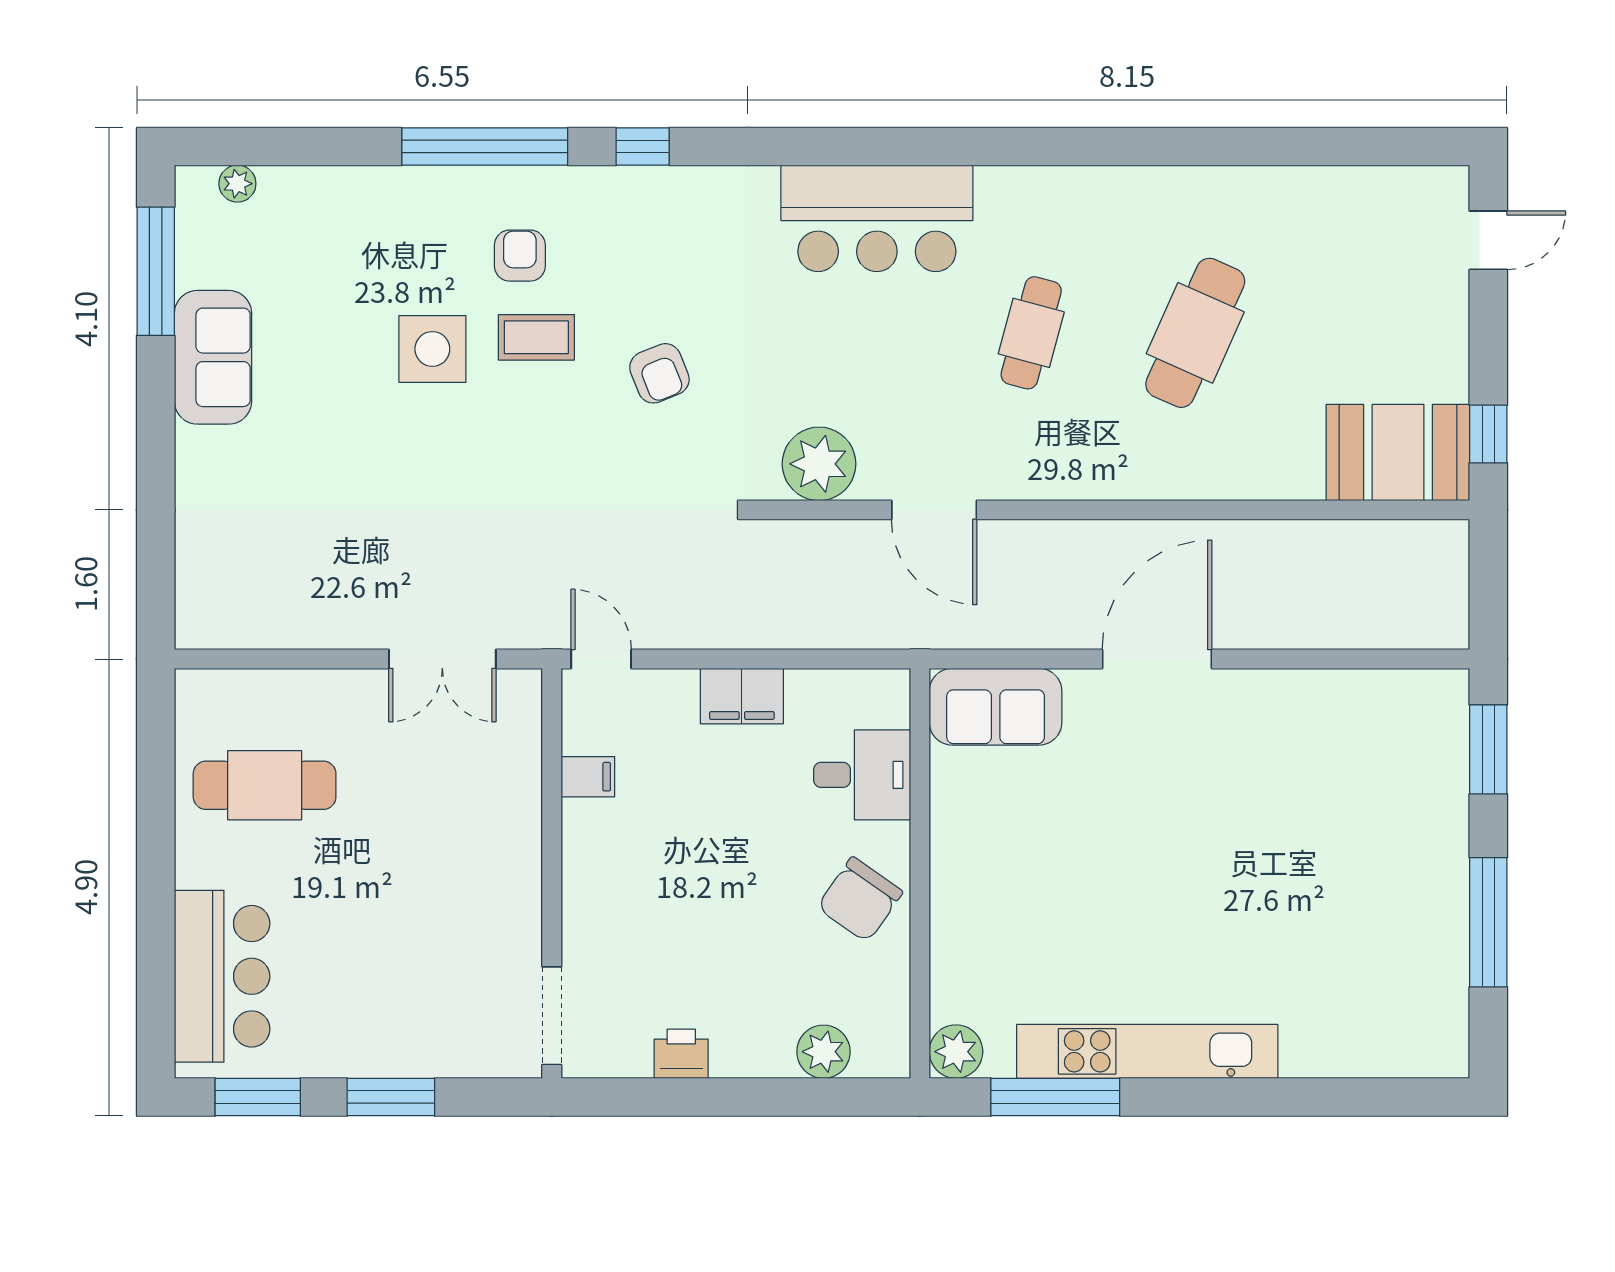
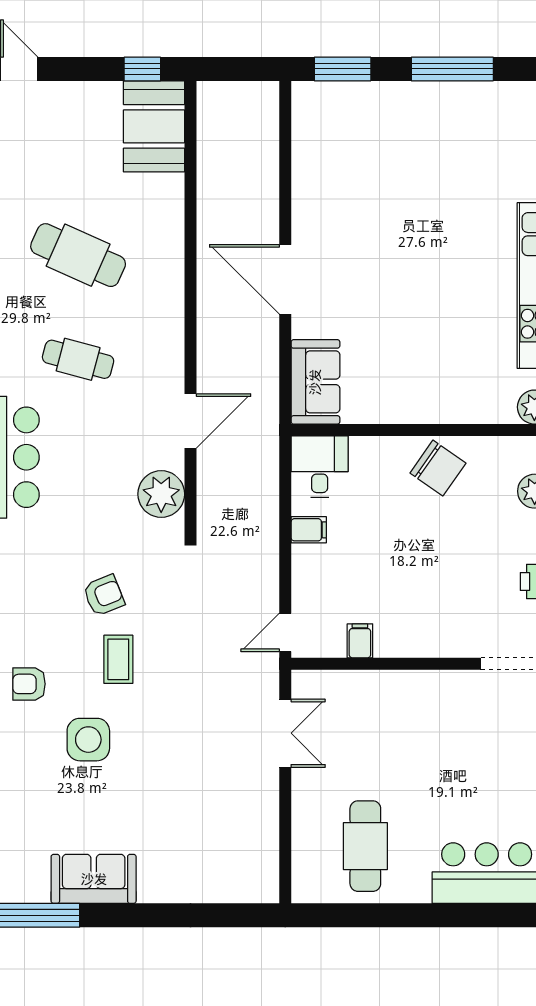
coffee table: (536, 337) -> (118, 659), moved
filing cabinet: (742, 696) -> (309, 530), width x0.50
desk: (862, 775) -> (320, 467), moved

